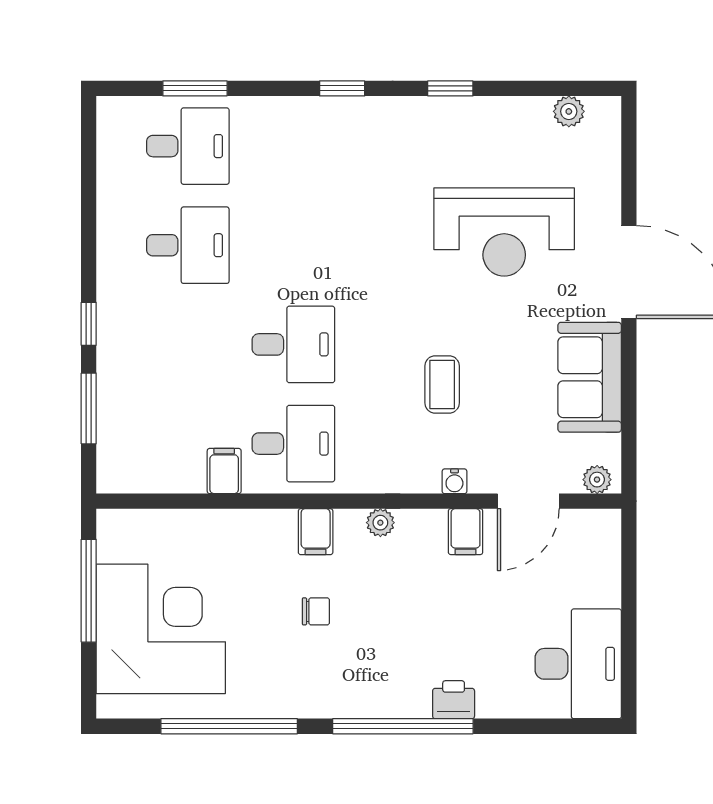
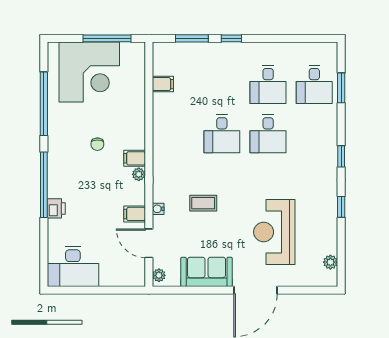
desk: (293, 444) -> (268, 134), moved
filing cabinet: (224, 471) -> (163, 84), moved
filing cabinet: (316, 532) -> (135, 158), moved

